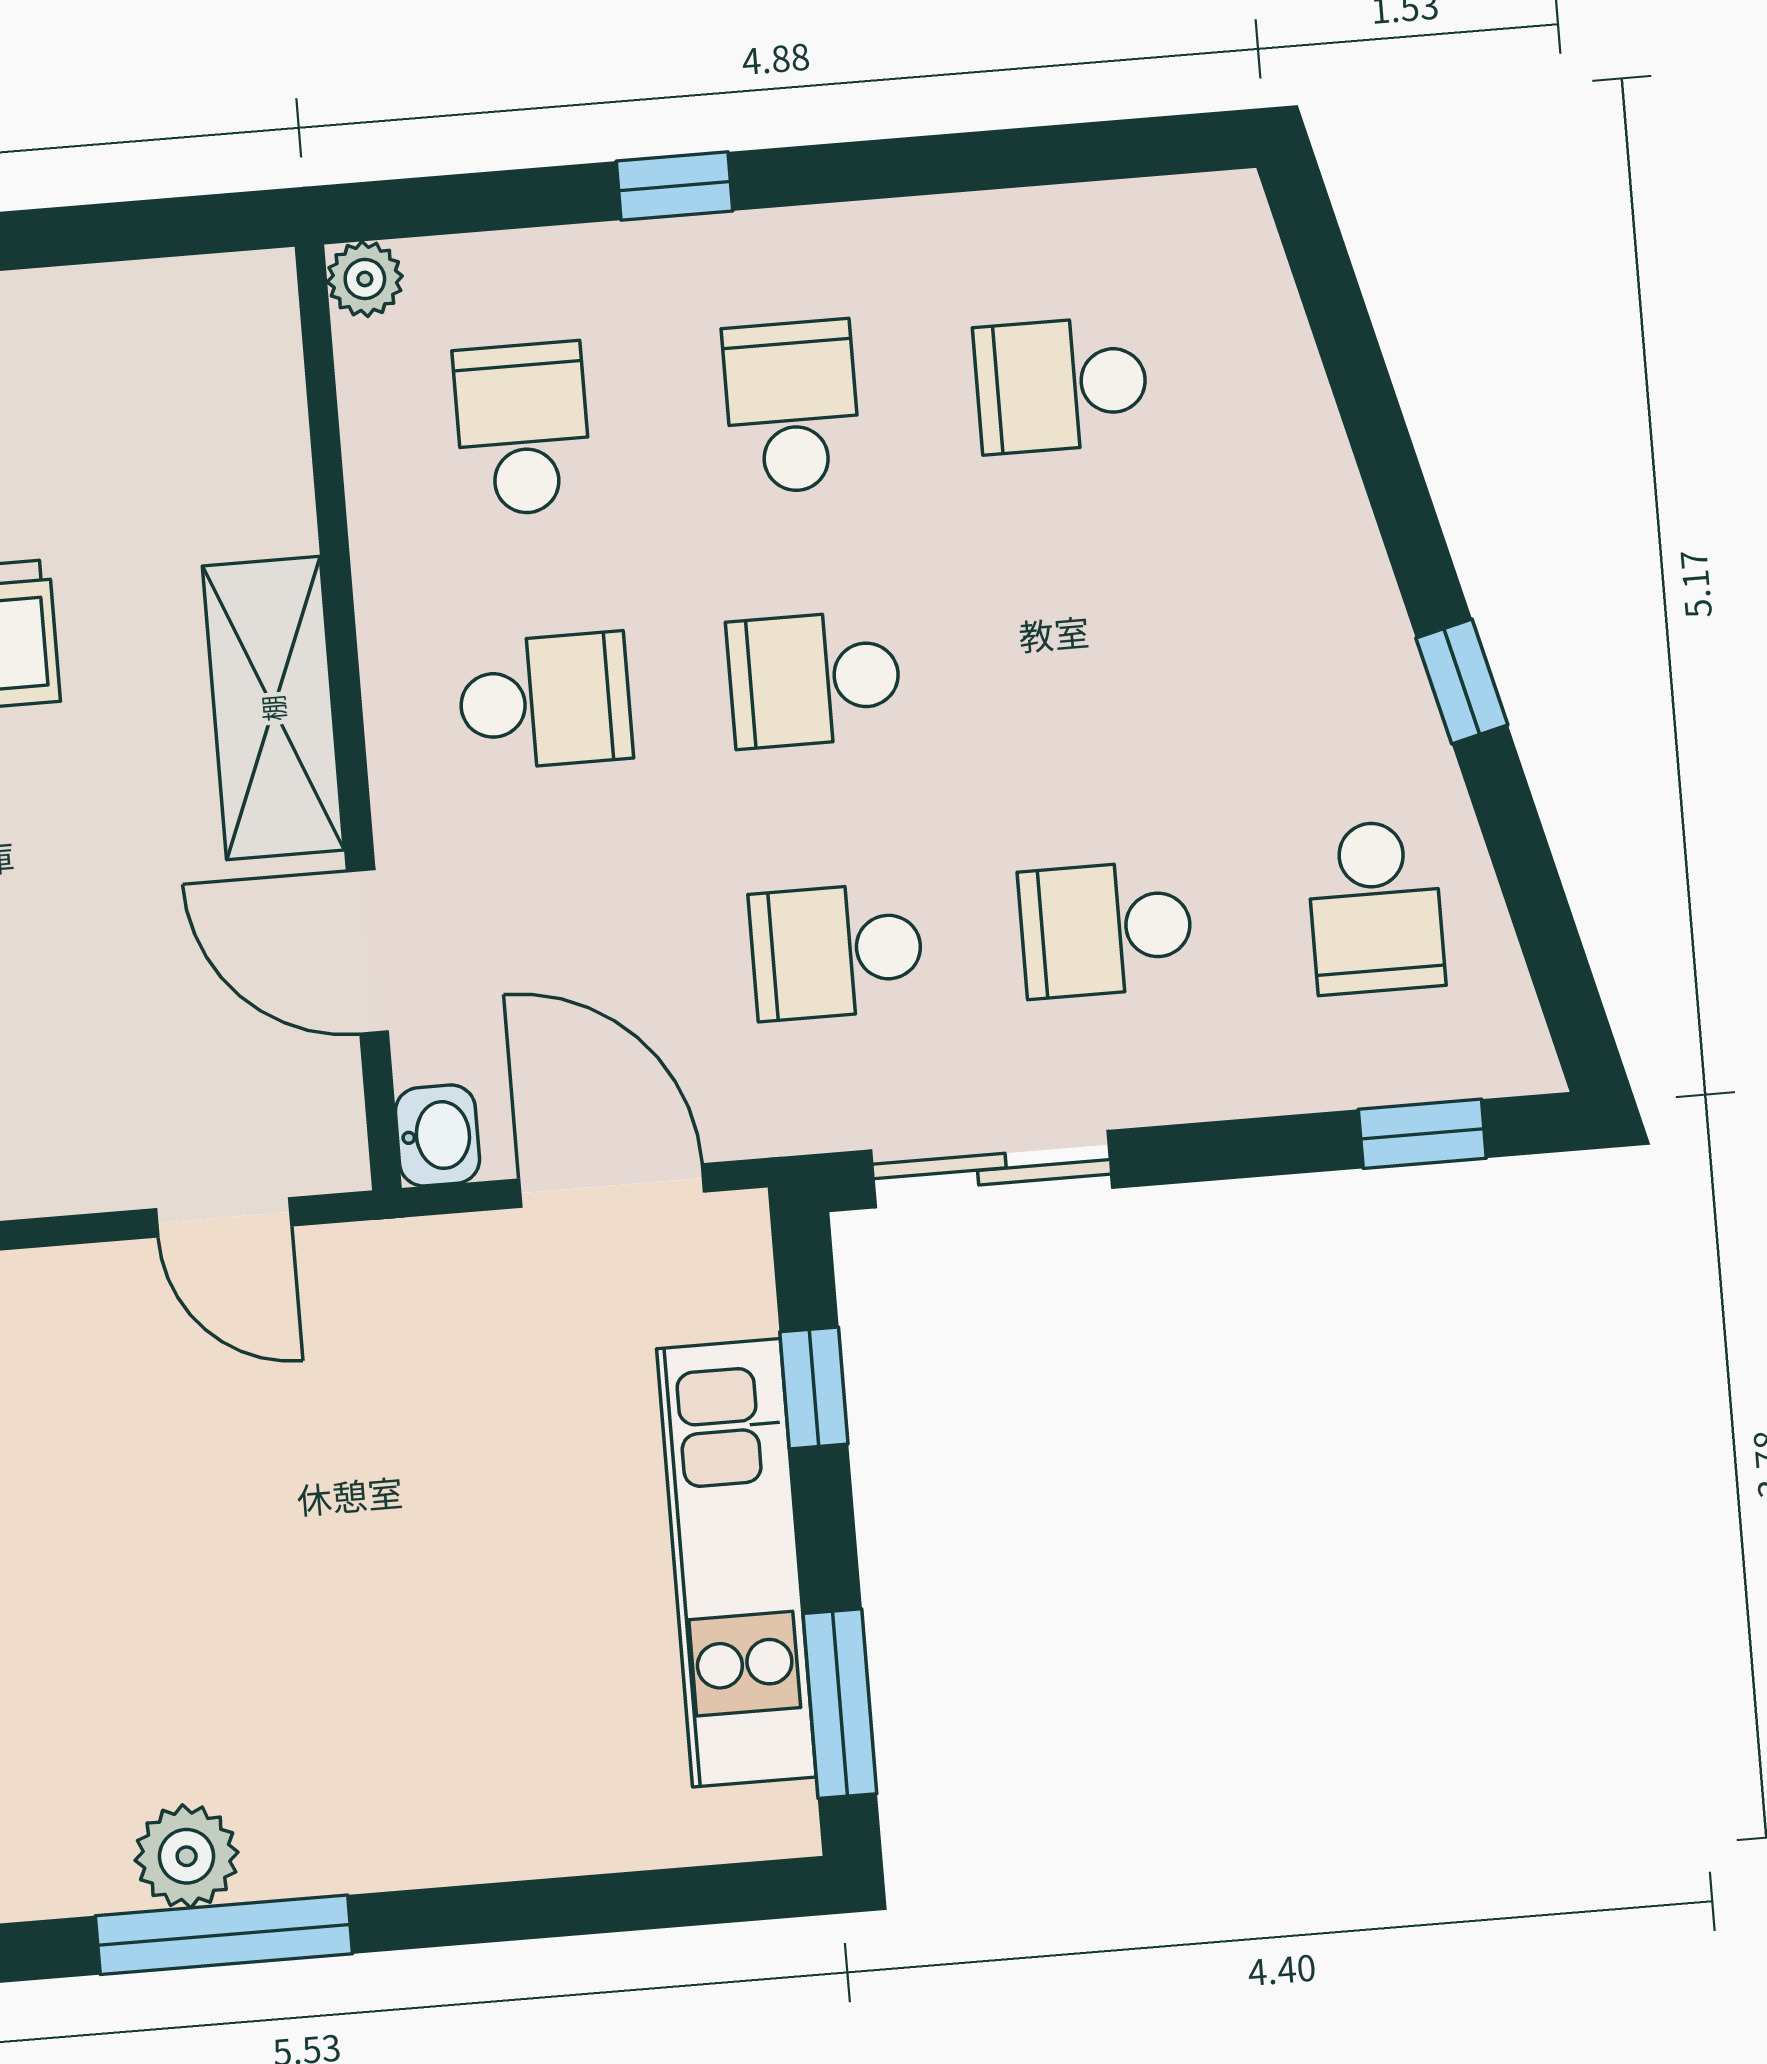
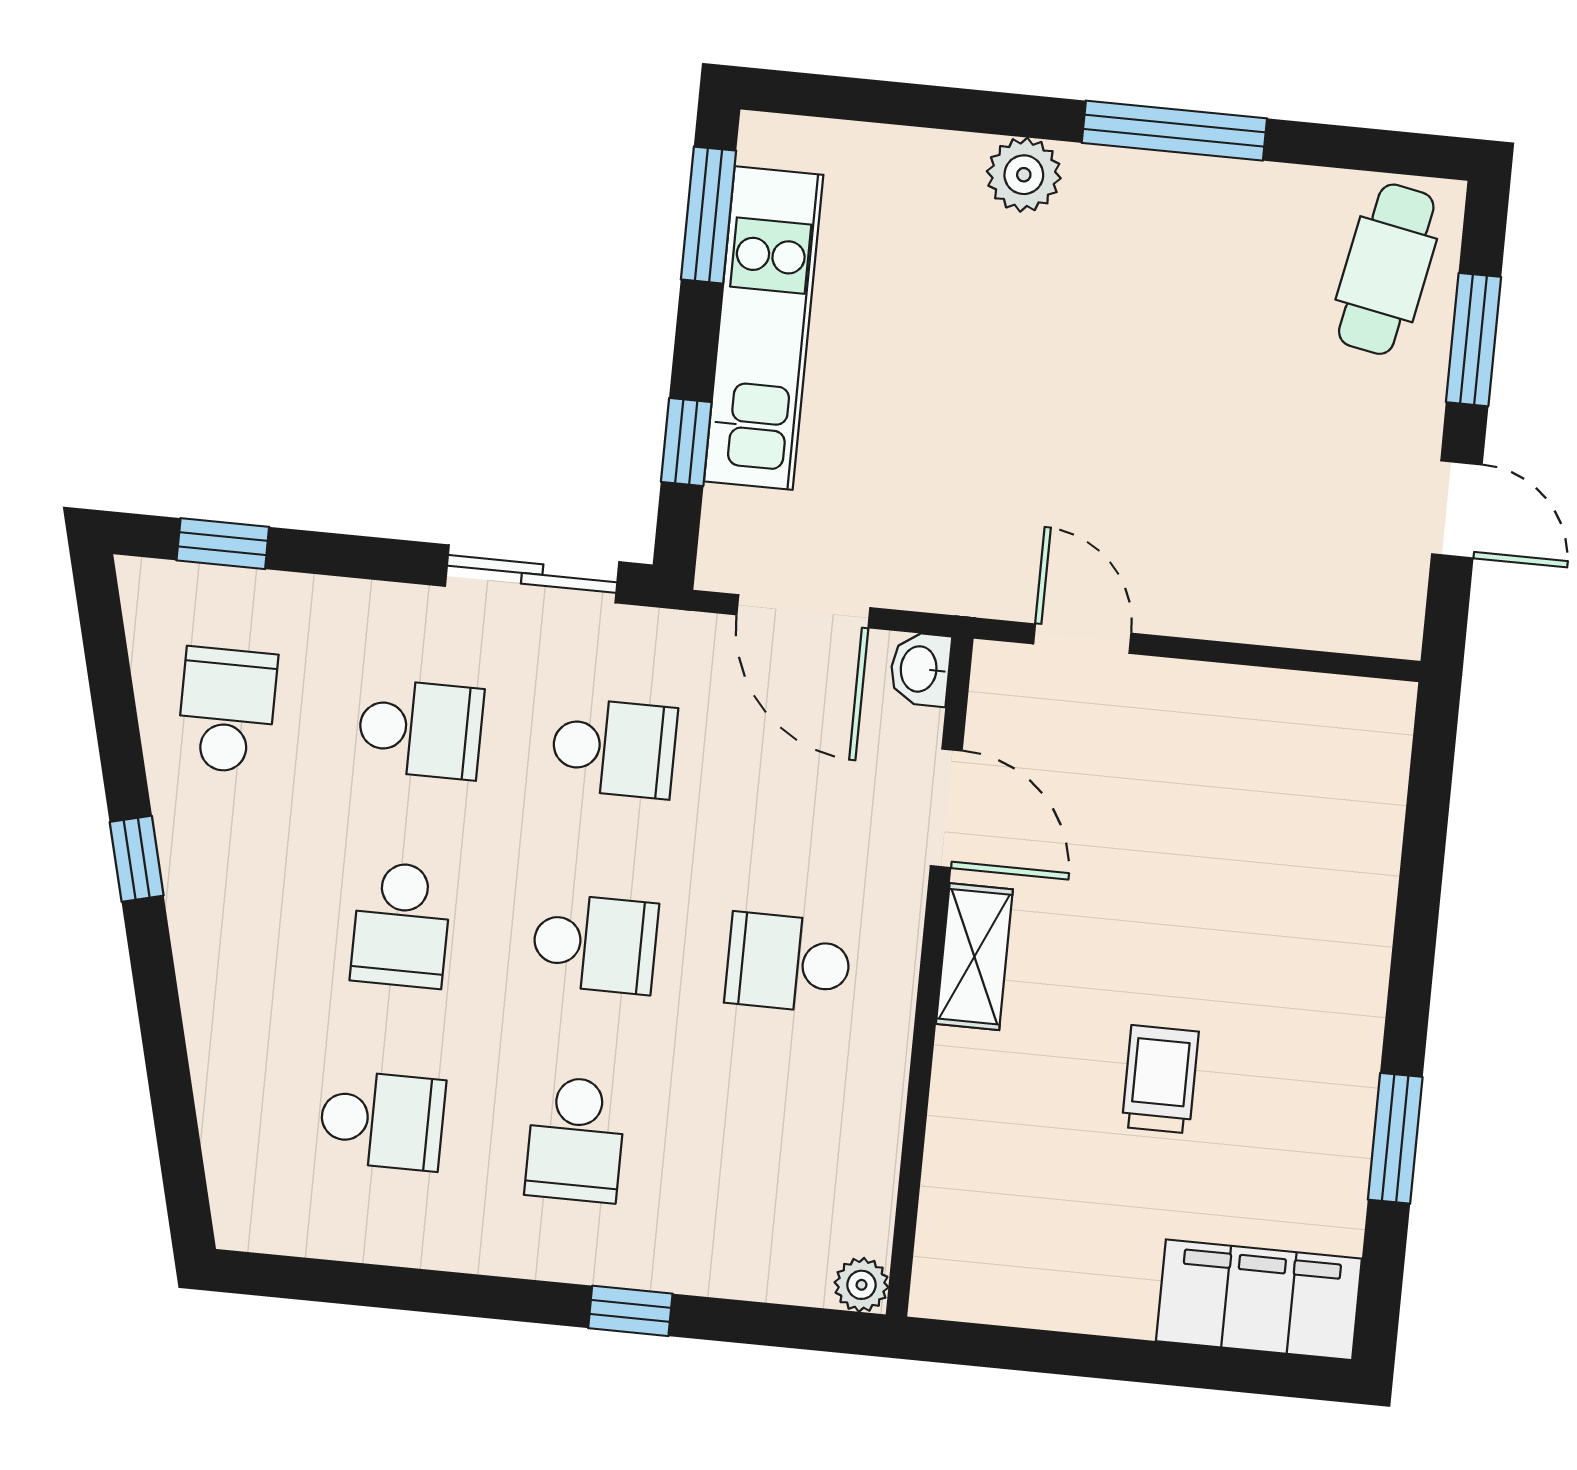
school desk: (523, 429) -> (401, 925), moved
shelving: (273, 708) -> (974, 957), width x0.67, depth x0.75
plant: (187, 1856) -> (1024, 175), moved

